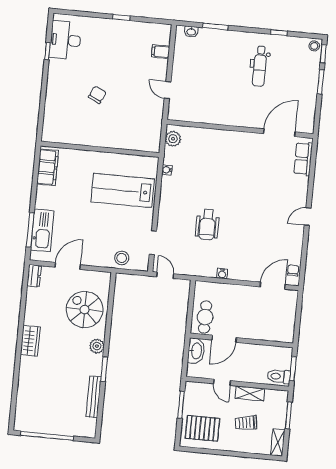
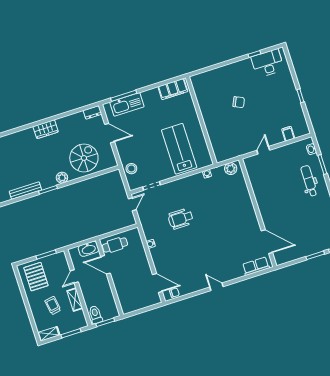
dental chair: (260, 66) -> (309, 181), moved, turned 90

